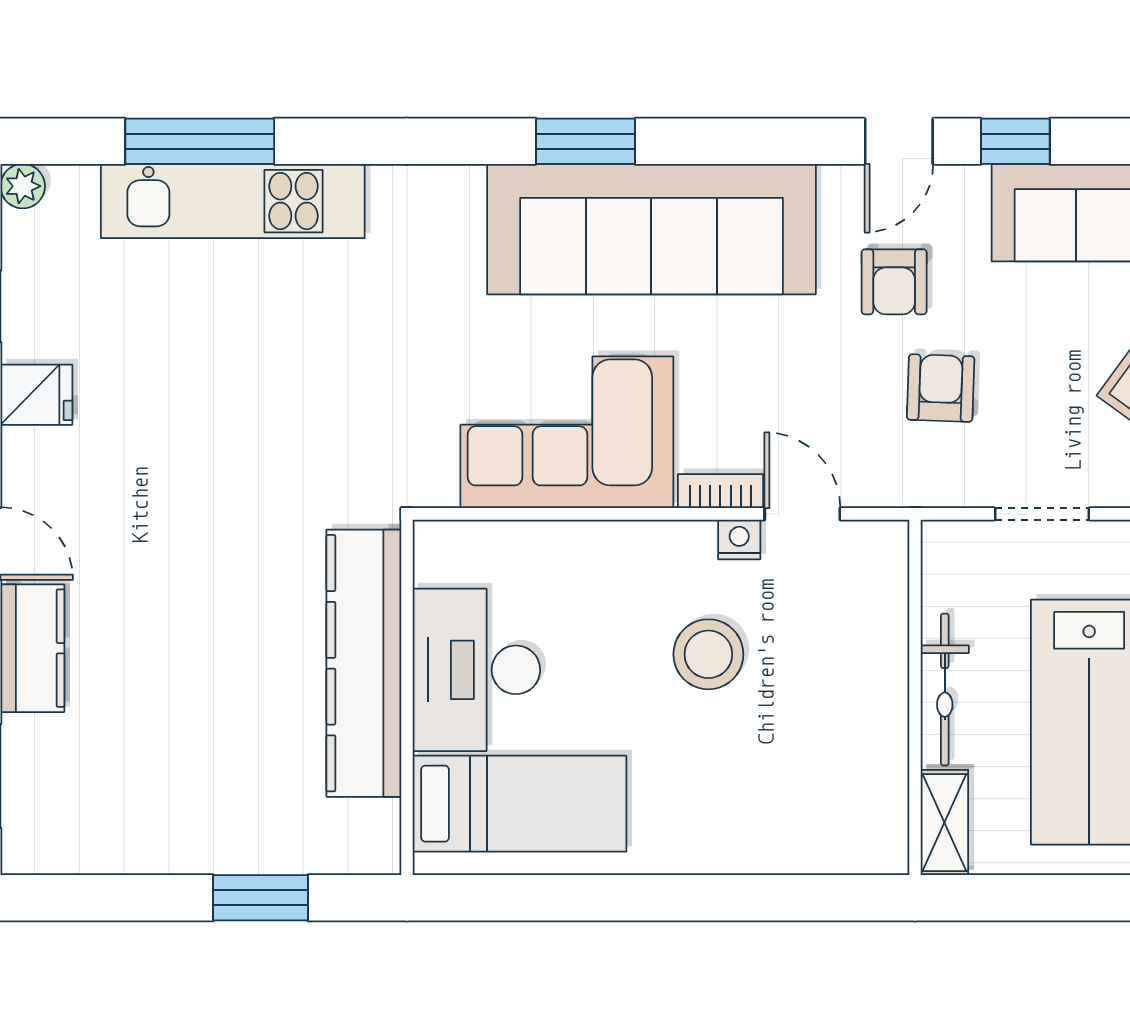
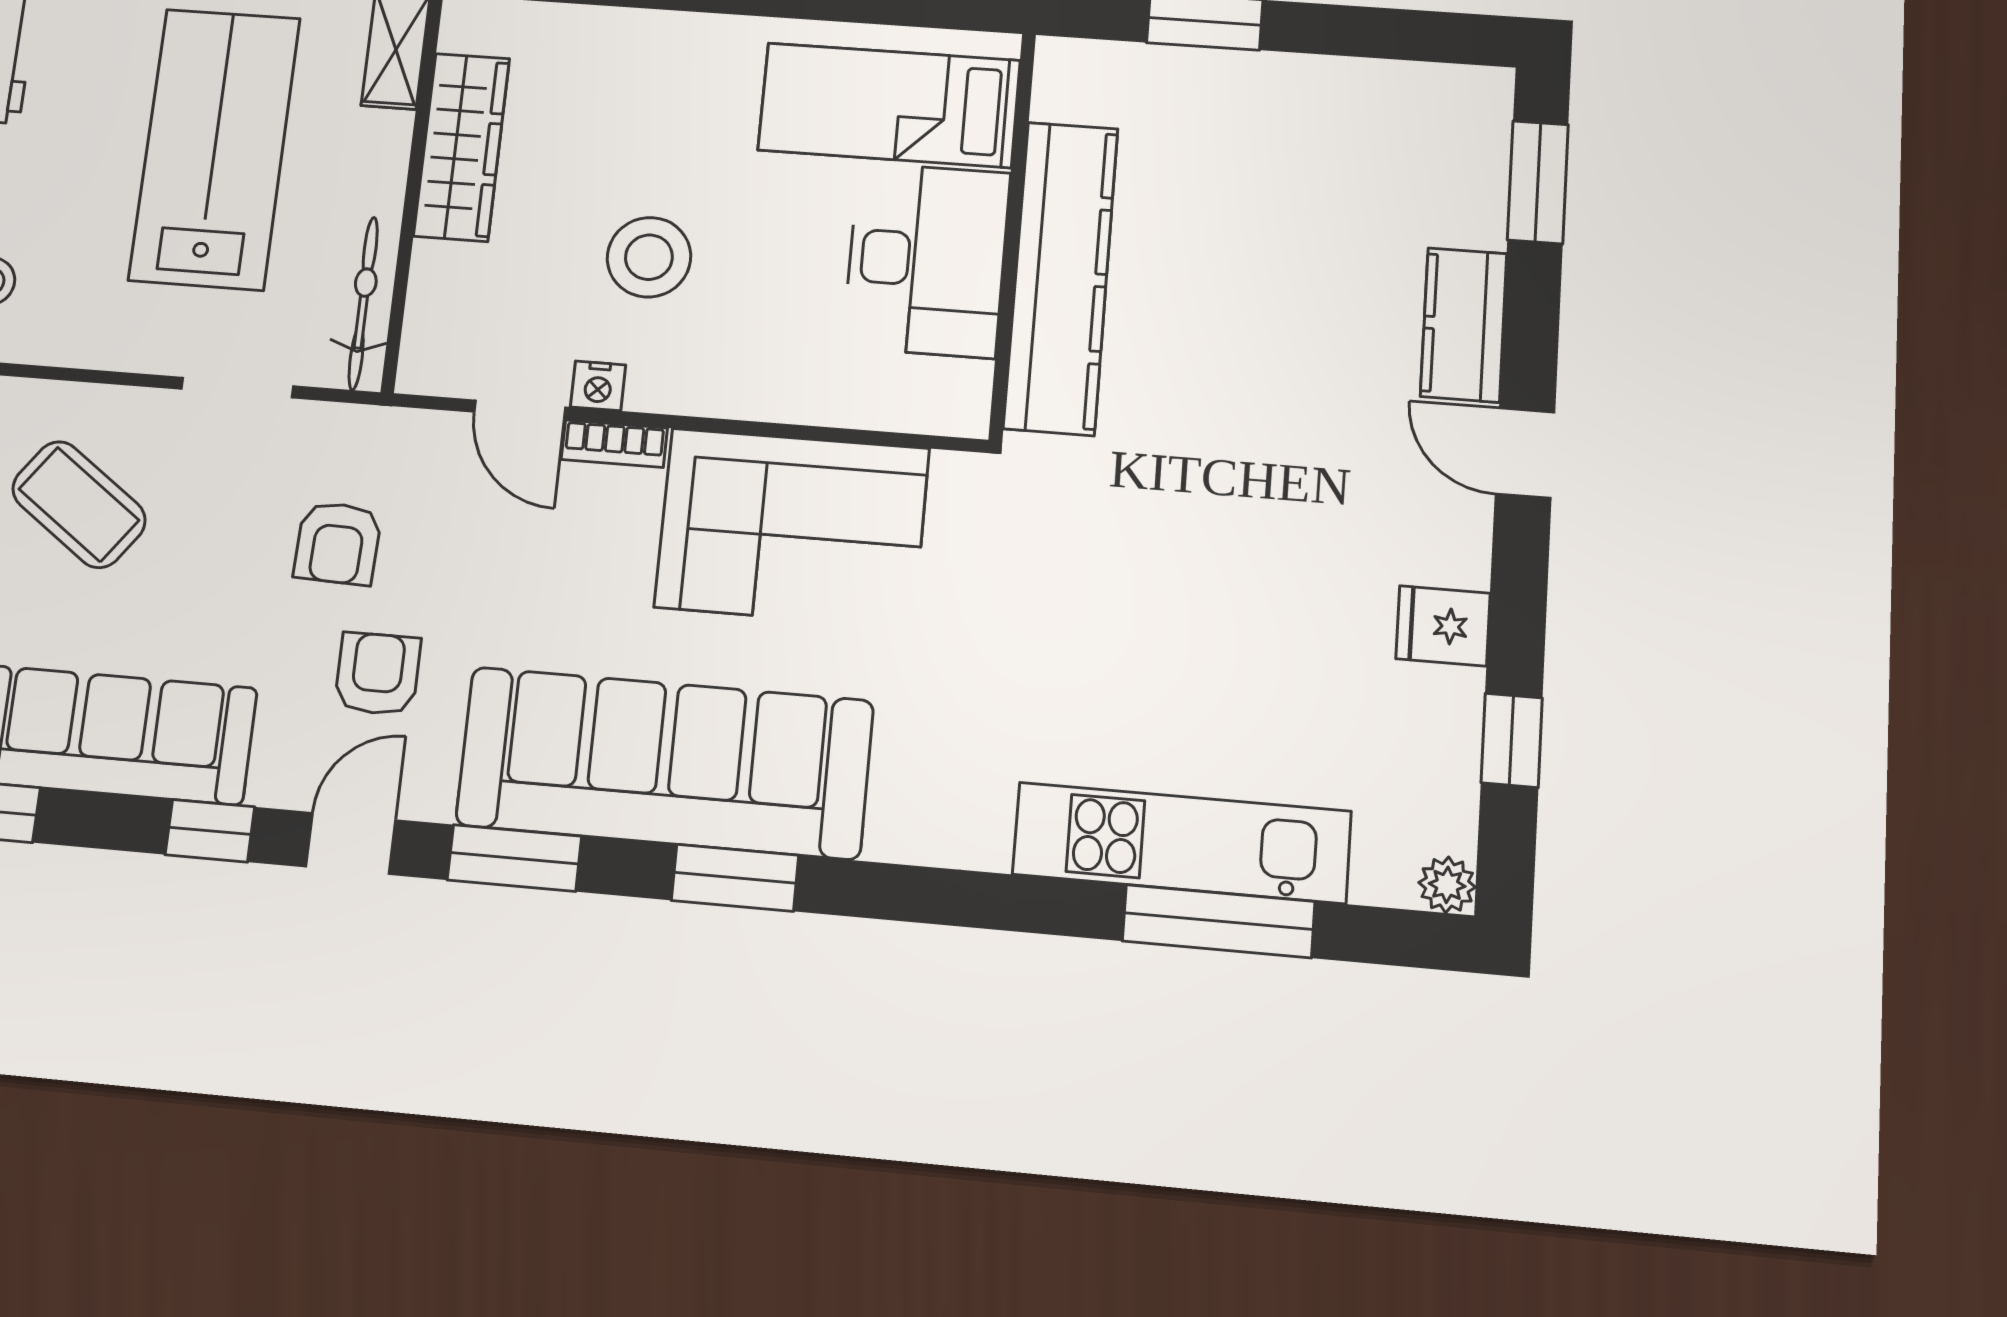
window: (765, 141) -> (514, 858), added
bicycle: (945, 689) -> (363, 303), moved
wardrobe: (878, 739) -> (462, 147), added

